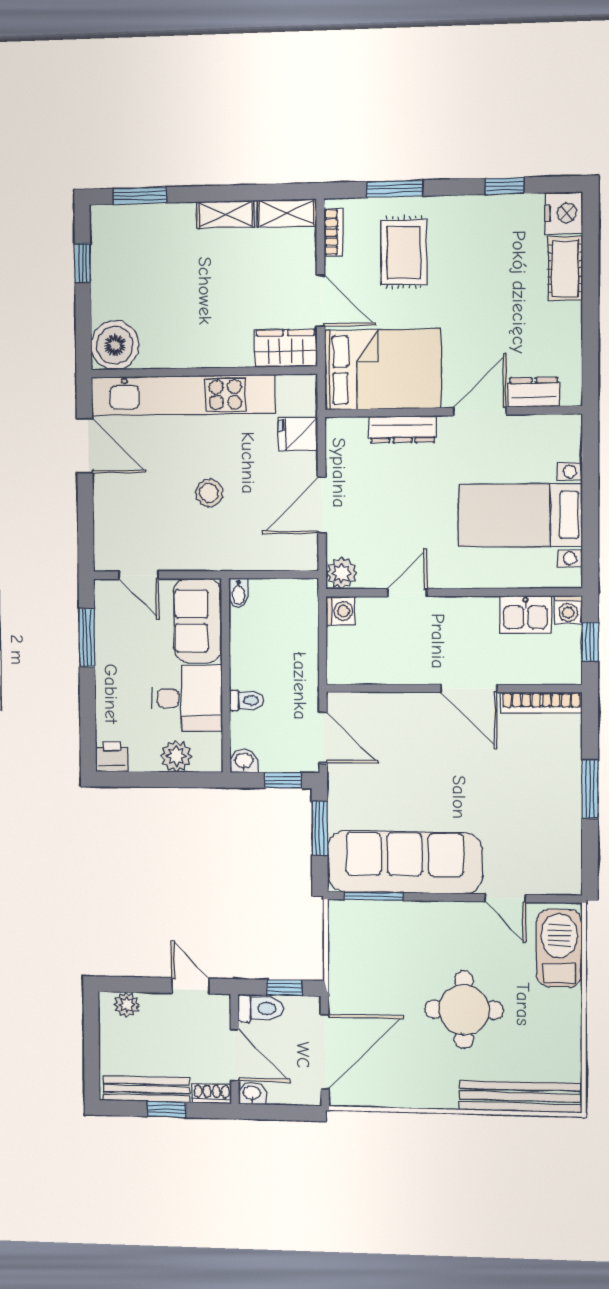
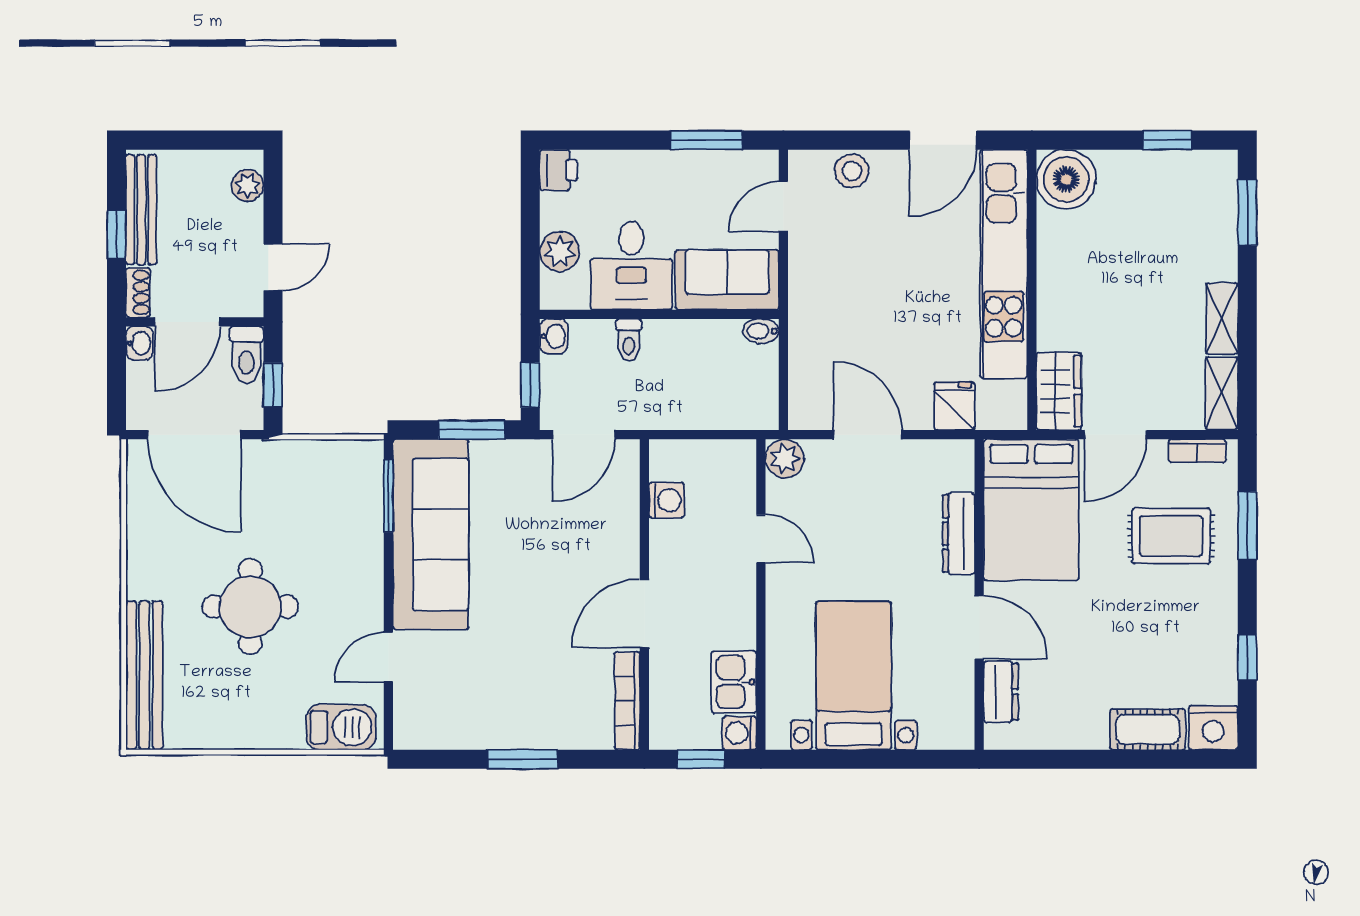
stool: (209, 493) -> (852, 171), moved
washing machine: (340, 611) -> (667, 500), moved, turned -90
barbecue: (559, 948) -> (341, 727), width x0.73, depth x0.83

